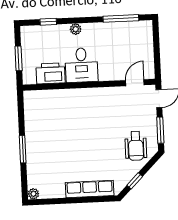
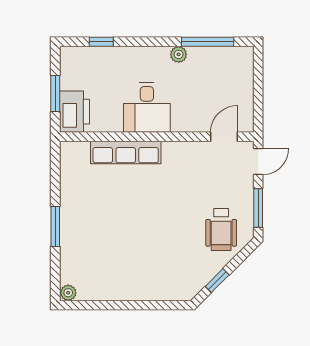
plant: (76, 29) -> (179, 54), moved
printer: (51, 73) -> (75, 112), moved, turned 90
row of seats: (90, 189) -> (126, 152), moved, turned 180

